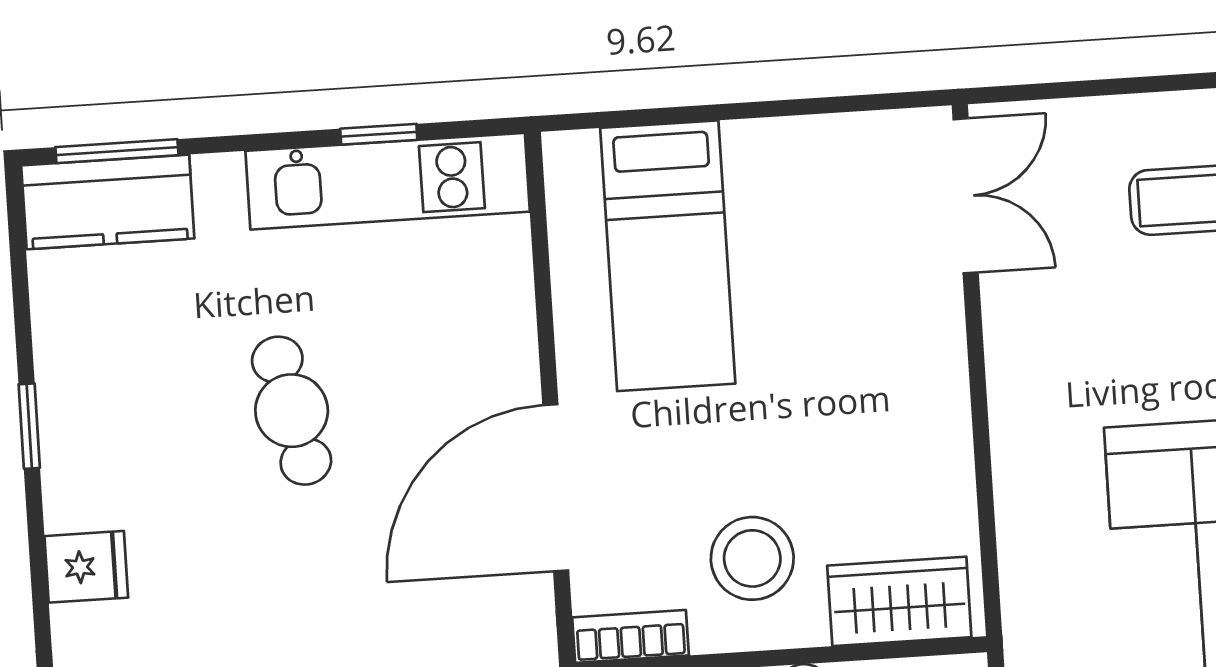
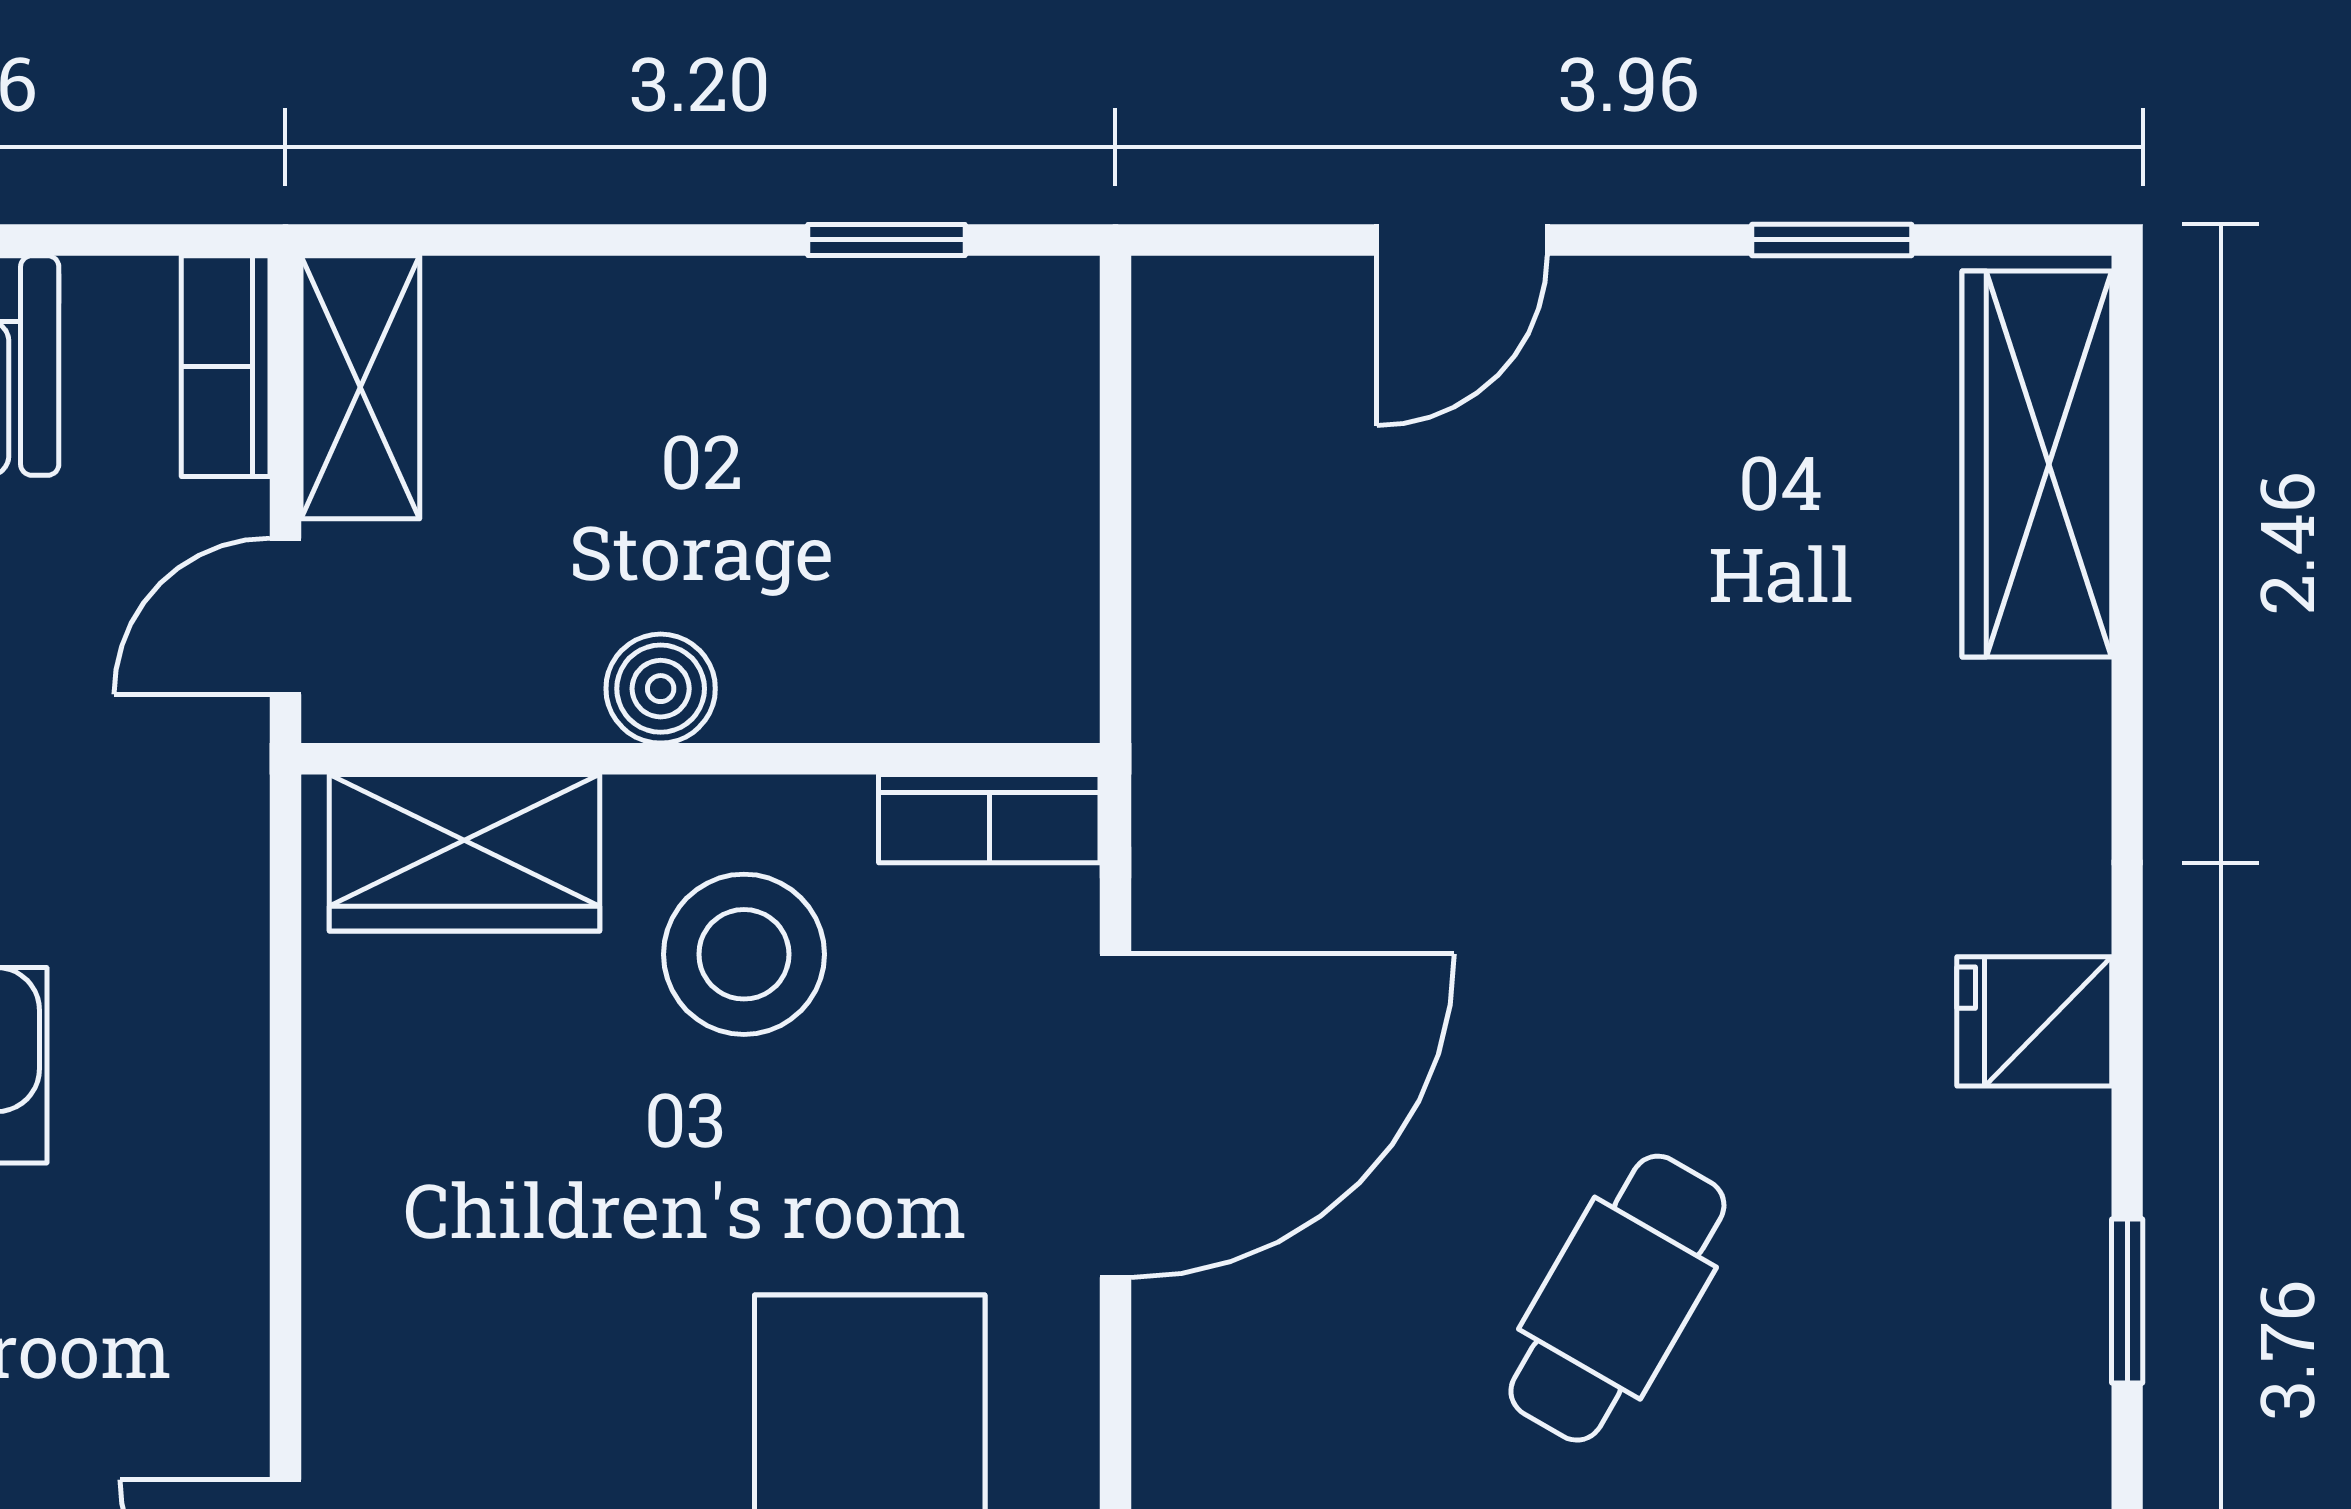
cafe table: (292, 411) -> (1617, 1298), turned 42

